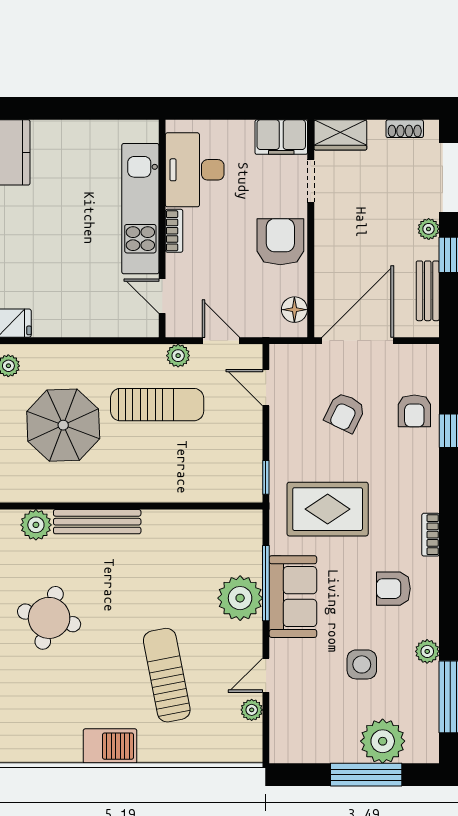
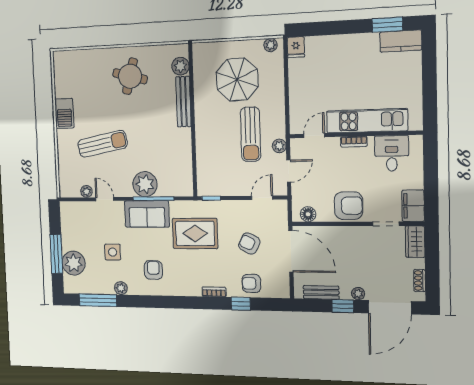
desk: (195, 170) -> (392, 153), width x0.73
rug: (328, 509) -> (195, 233), turned 90
bookcase: (431, 535) -> (214, 292), moved

